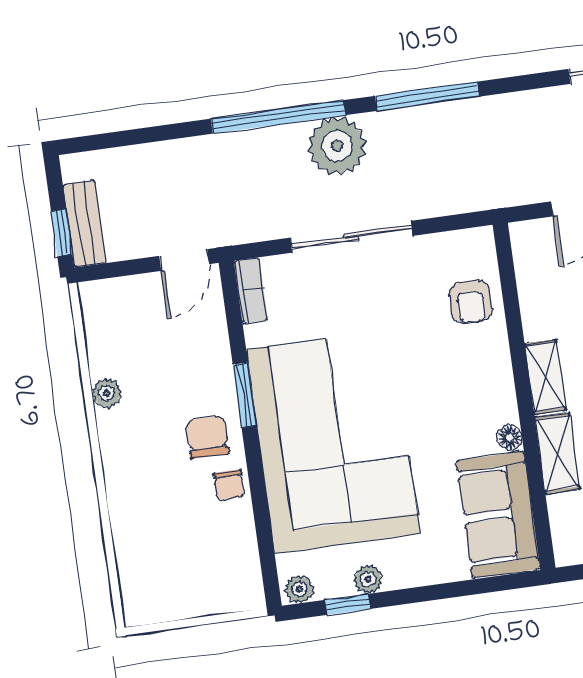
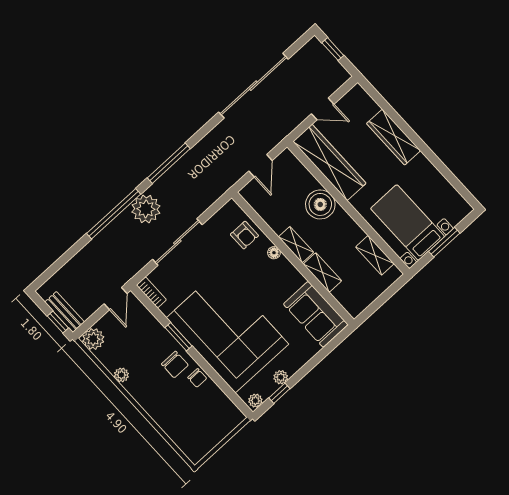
plant: (101, 301) -> (93, 339), added
chair: (207, 437) -> (175, 365), turned 180
floor lamp: (509, 437) -> (274, 253), moved

